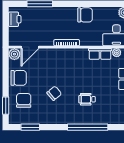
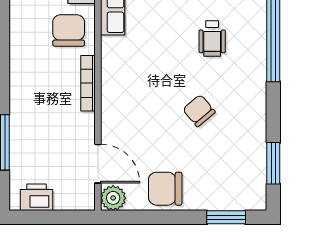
chair: (85, 15) -> (69, 30), moved
chair: (19, 78) -> (165, 189), turned -90
chair: (24, 100) -> (215, 178), removed

